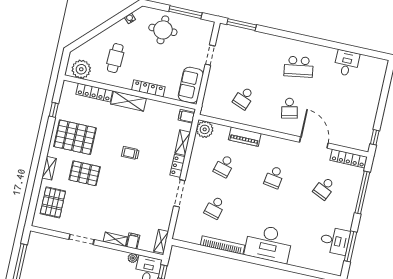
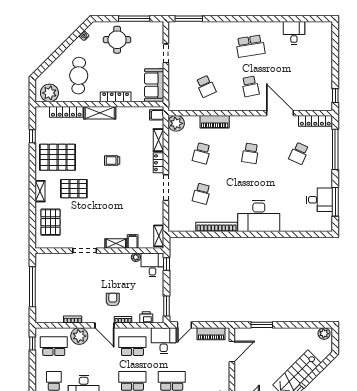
cafe table: (115, 58) -> (79, 76), width x1.37, depth x1.35
school desk: (244, 98) -> (206, 86), turned -45

